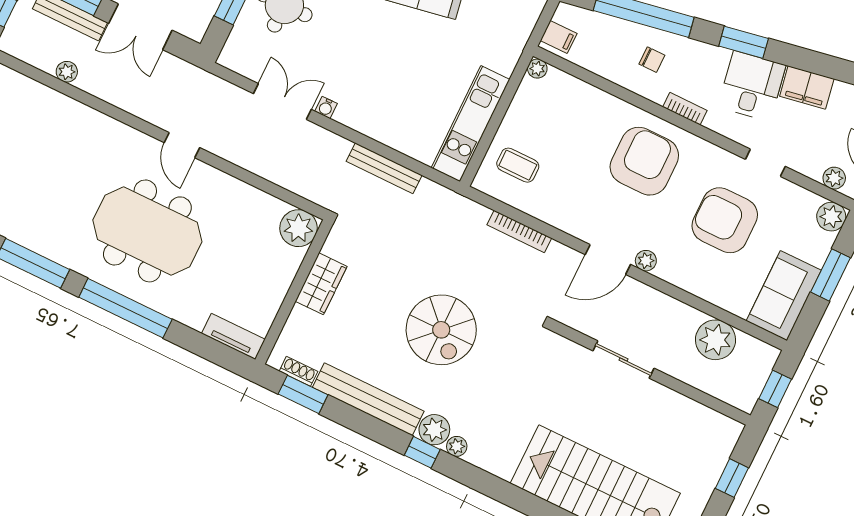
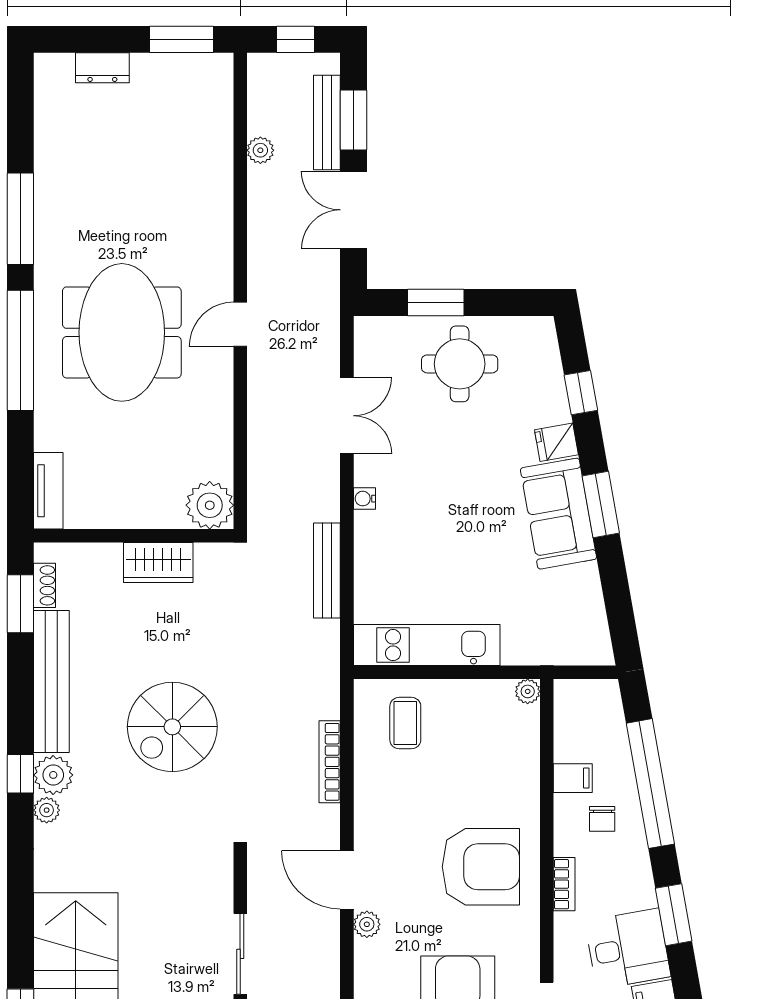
filing cabinet: (559, 37) -> (573, 778), moved, turned -90
water cooler: (326, 107) -> (364, 499), moved

